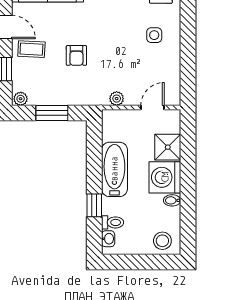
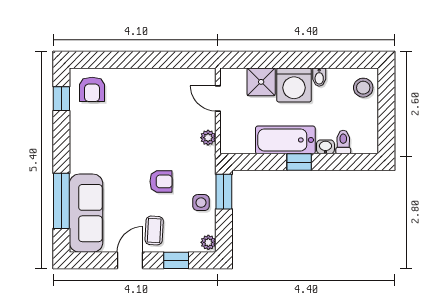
side table: (154, 35) -> (201, 203), moved
window: (52, 113) -> (224, 192), moved
window: (94, 205) -> (299, 162), moved
washbasin: (108, 239) -> (325, 147), moved

